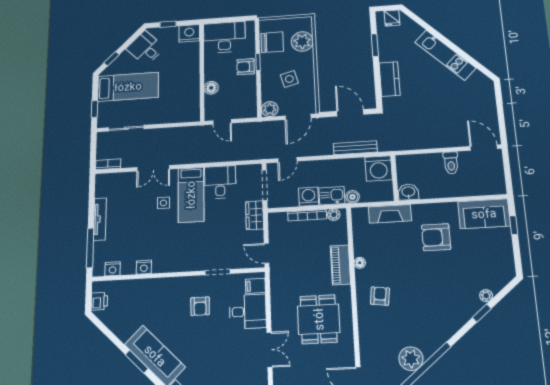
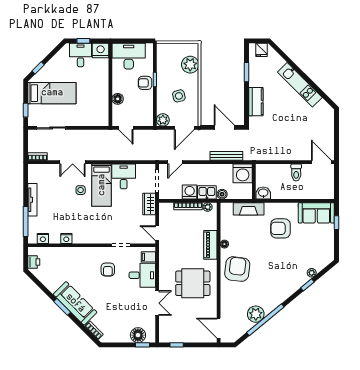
chair: (272, 42) -> (166, 63), removed
desk: (145, 48) -> (80, 55), moved, turned 45
armchair: (380, 296) -> (237, 269), width x1.88, depth x1.88
dining table: (319, 319) -> (193, 283), turned 90

